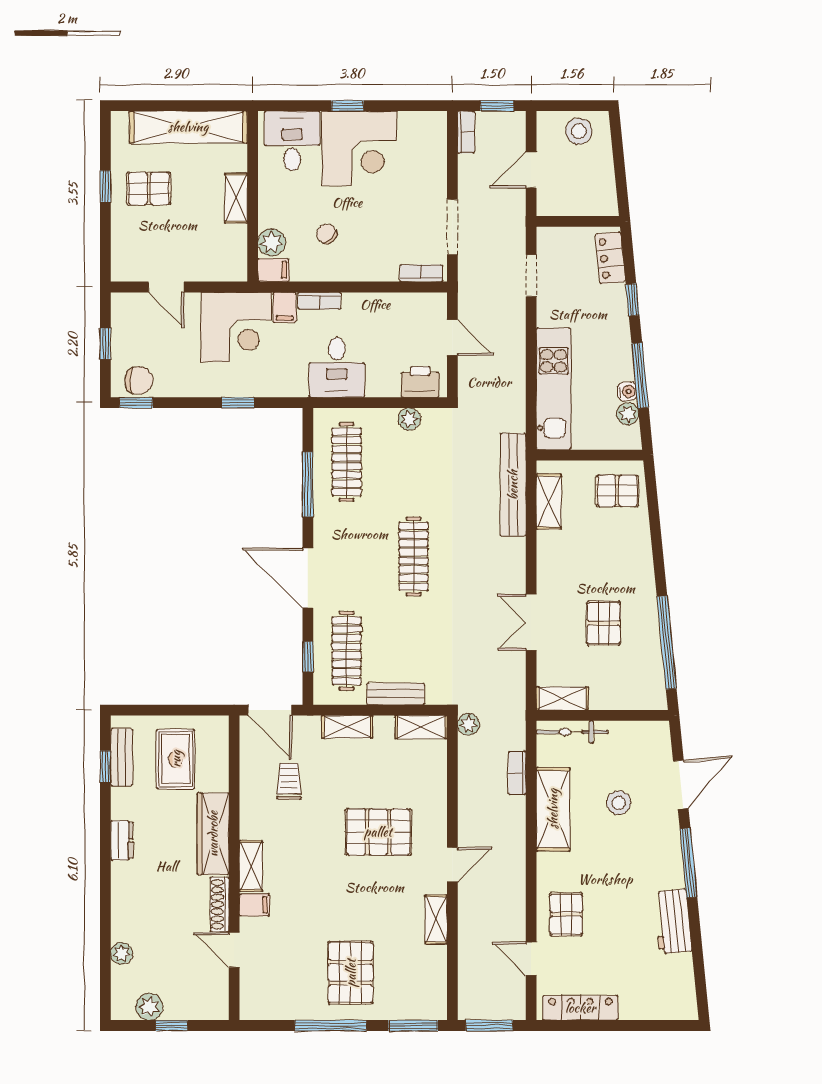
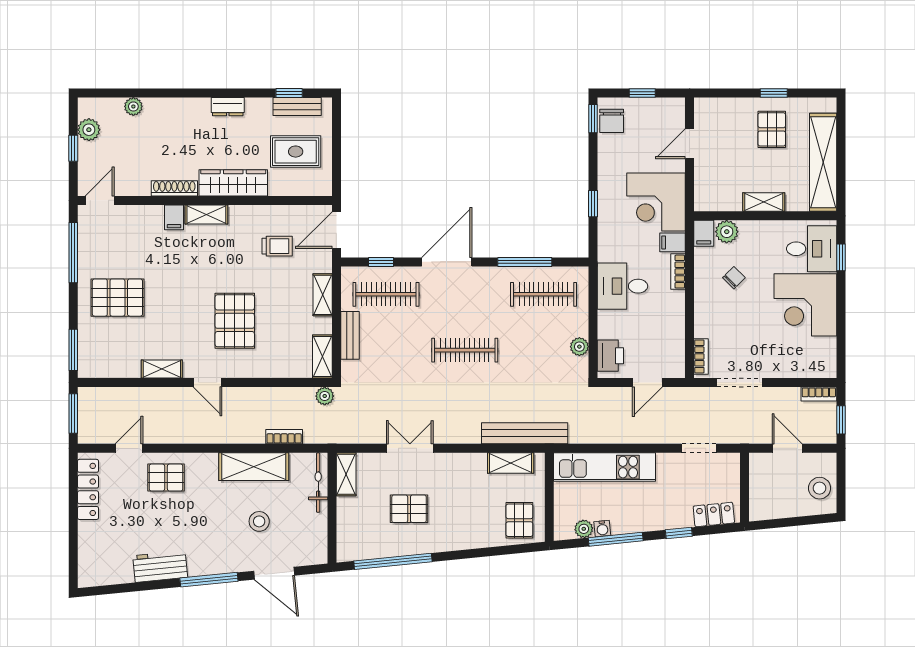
window: (347, 106) -> (841, 257), moved
door: (234, 950) -> (100, 200), moved
window: (331, 1026) -> (73, 253), moved

